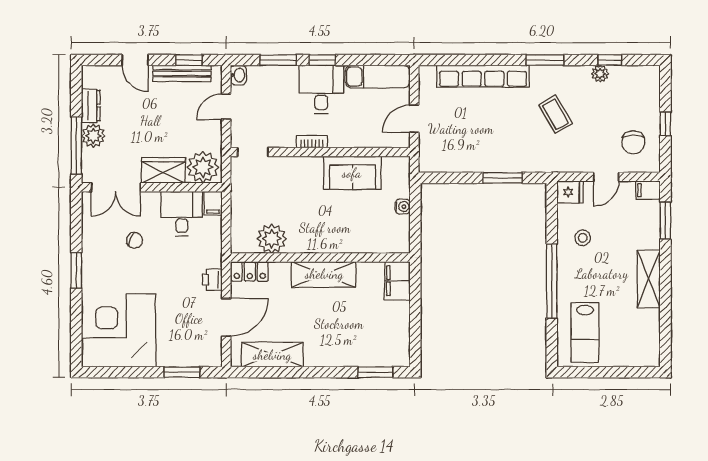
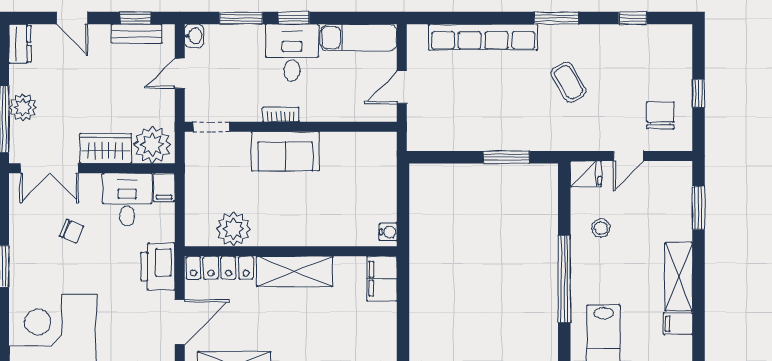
bench: (182, 73) -> (137, 34), width x0.73
plant: (600, 74) -> (621, 34), removed
dresser: (91, 106) -> (20, 44), moved
chair: (633, 142) -> (661, 115), turned 180
sofa: (352, 173) -> (285, 151), moved
filing cabinet: (648, 190) -> (678, 324), moved
water cooler: (403, 207) -> (388, 232), moved
locker: (250, 271) -> (220, 268), width x1.53
printer: (212, 280) -> (158, 266), width x1.87, depth x1.48

